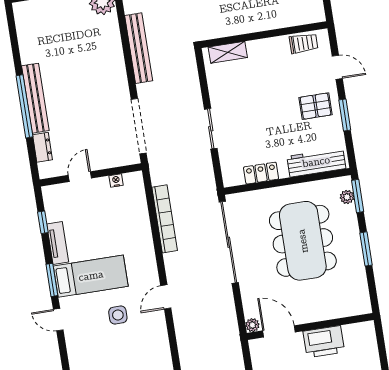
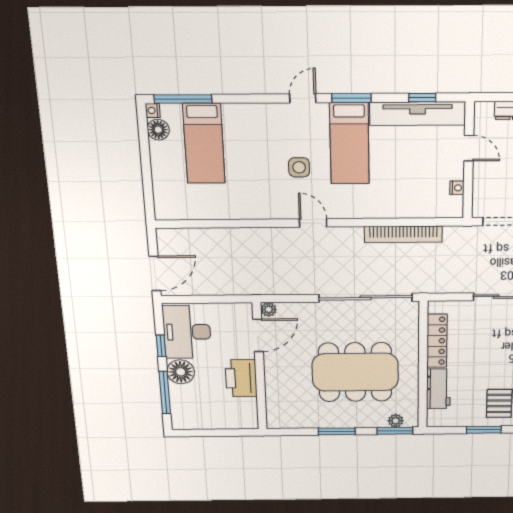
workbench: (316, 162) -> (438, 389), width x0.73
locker: (261, 173) -> (437, 341), width x1.53
tv unit: (58, 243) -> (417, 114), width x1.92, depth x1.29

